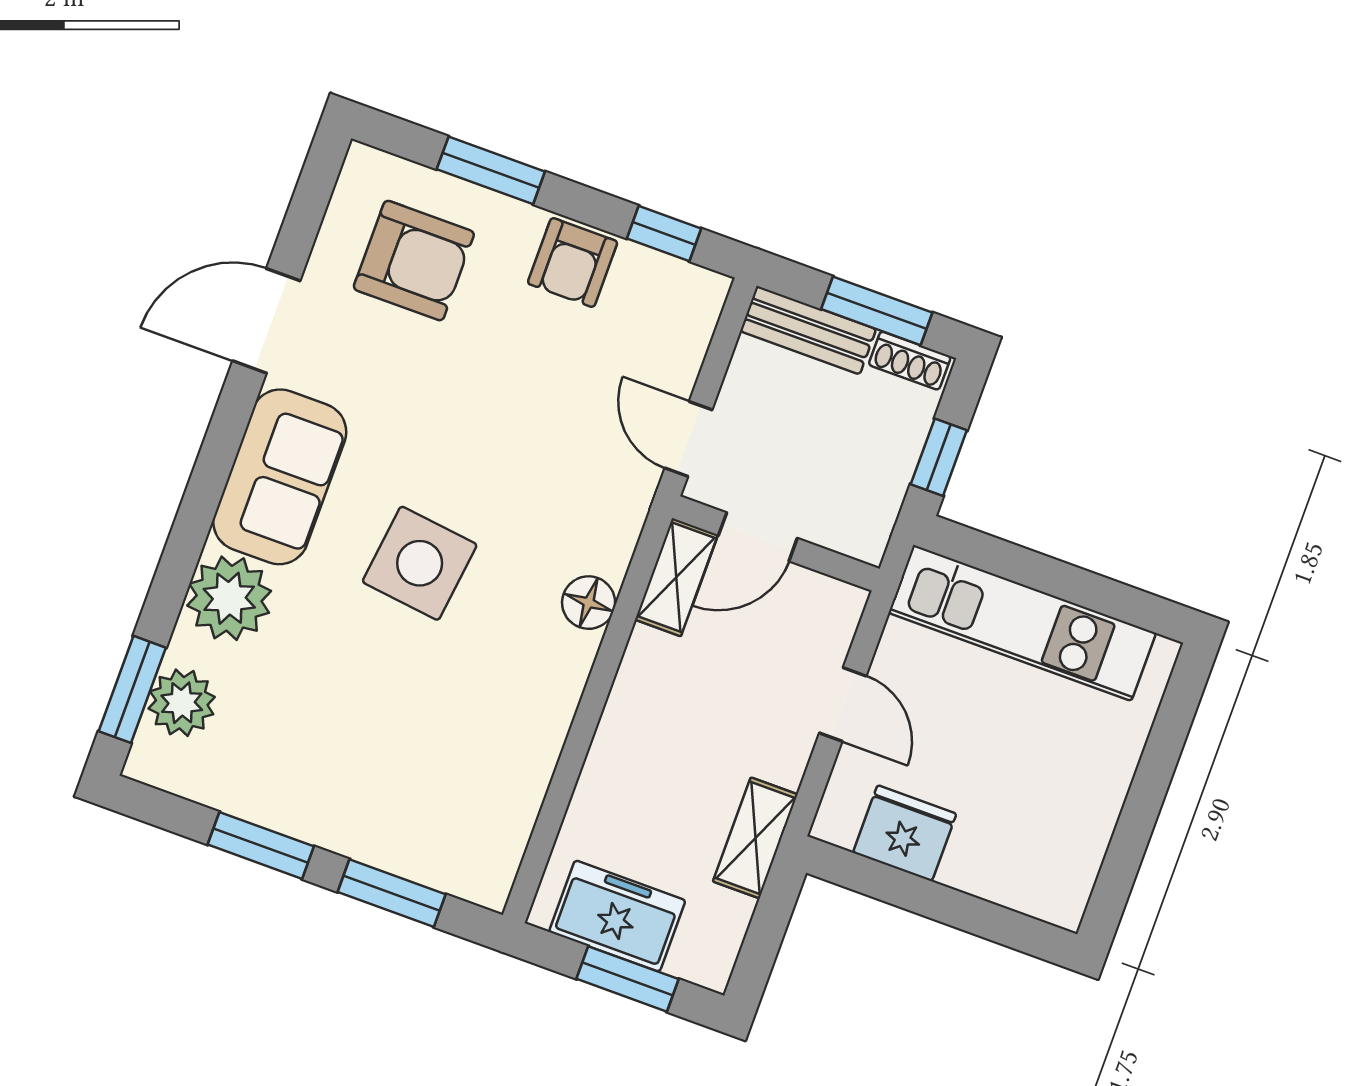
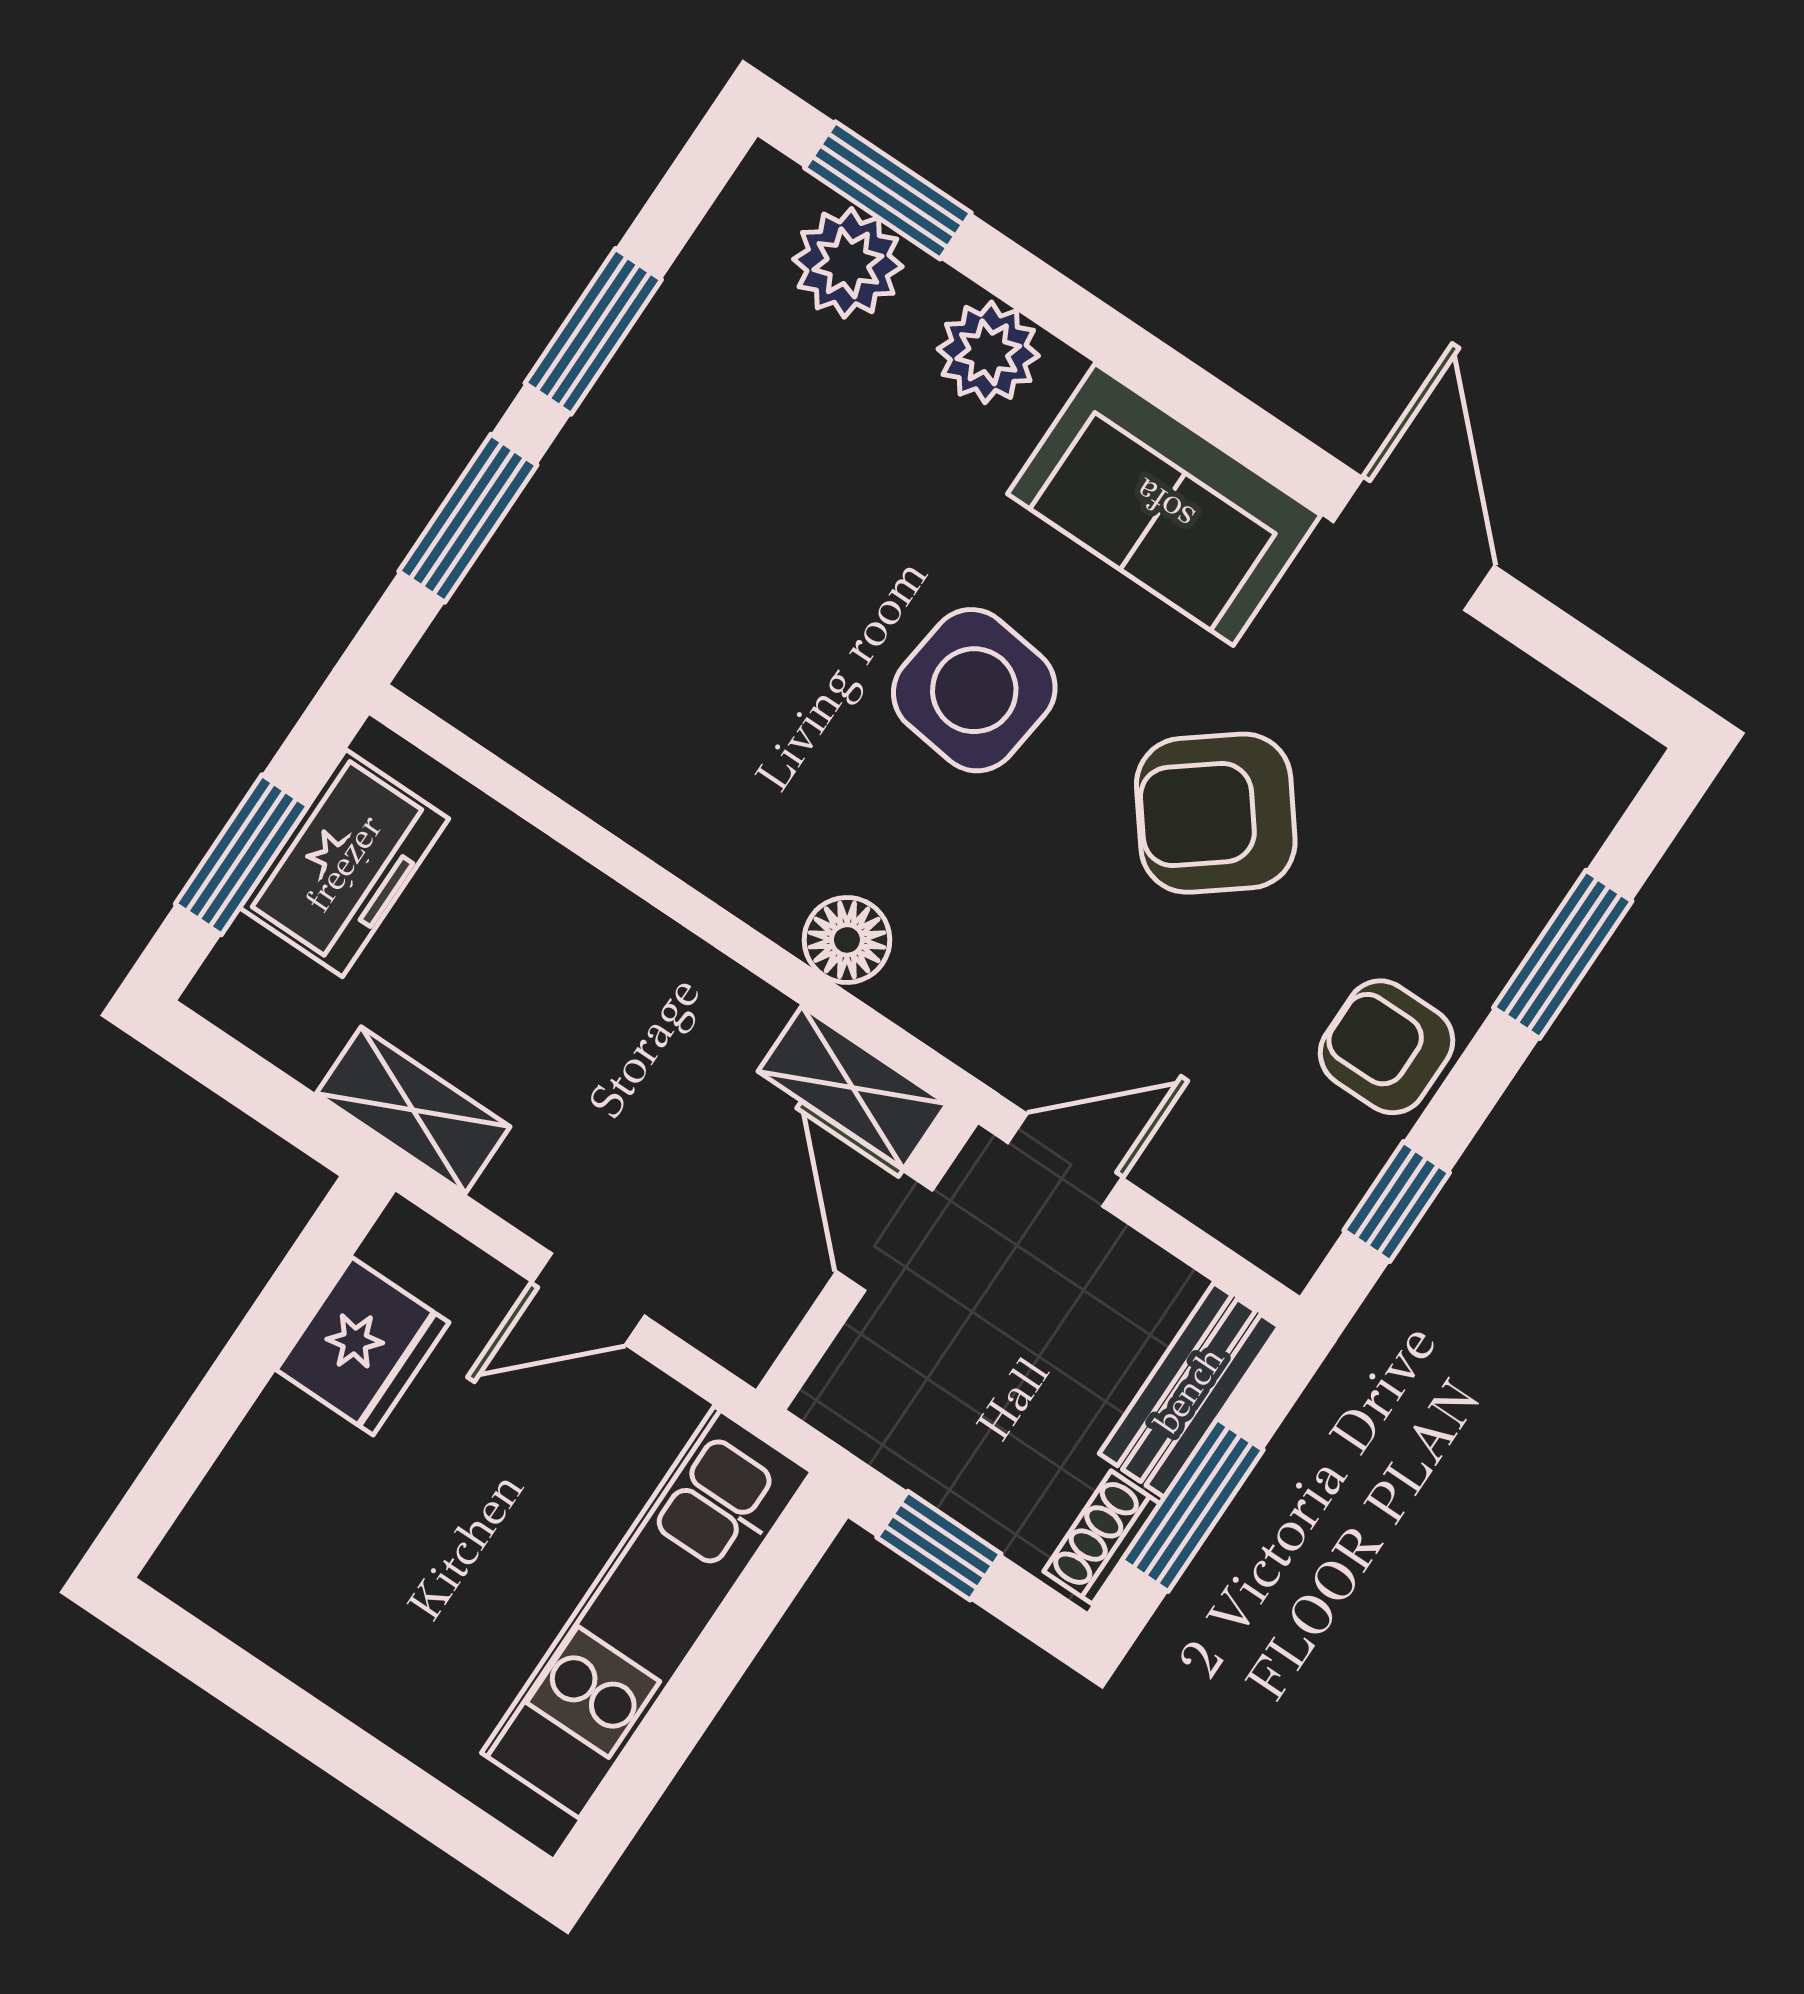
armchair: (414, 261) -> (1216, 813), moved, turned 52
plant: (229, 598) -> (988, 352), width x0.73, depth x0.73

